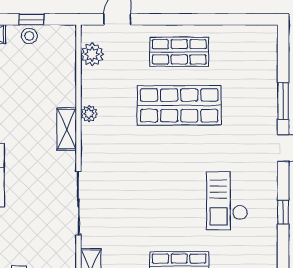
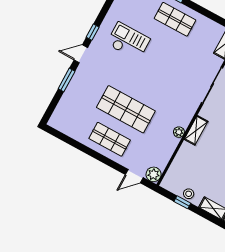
plant: (92, 54) -> (154, 174), moved
checkout: (227, 201) -> (128, 41), turned -90
window: (283, 212) -> (93, 32), moved

